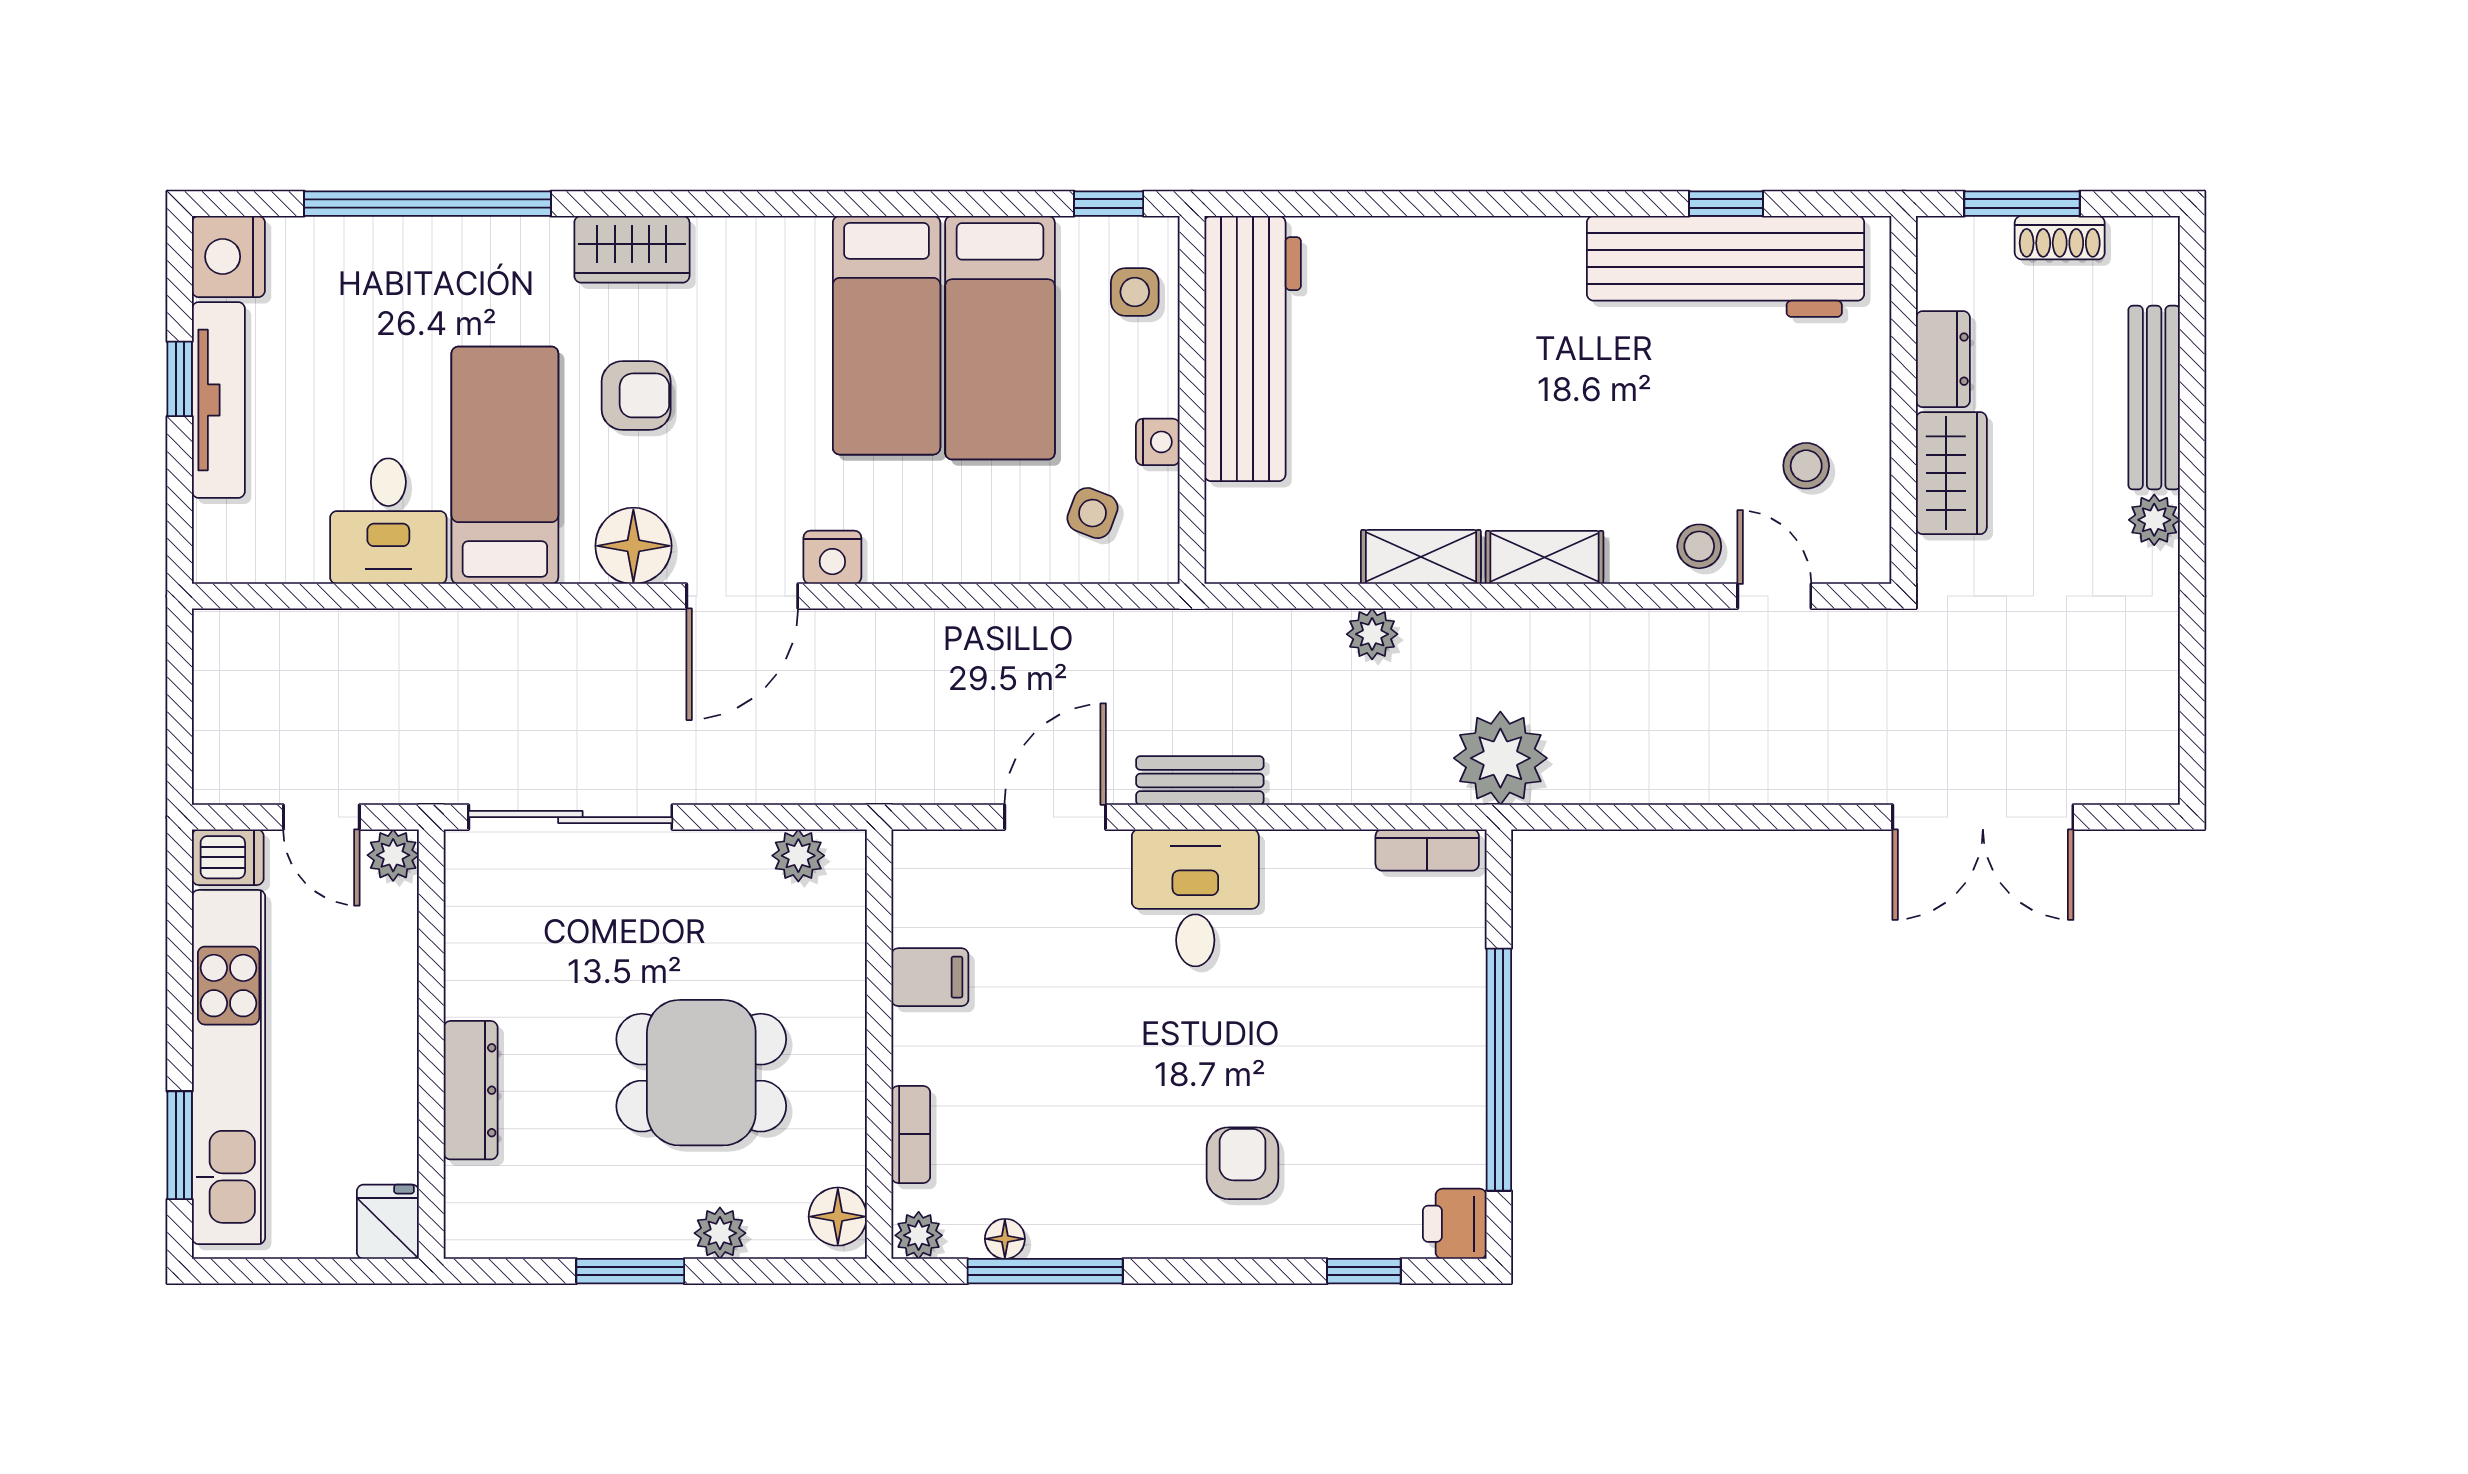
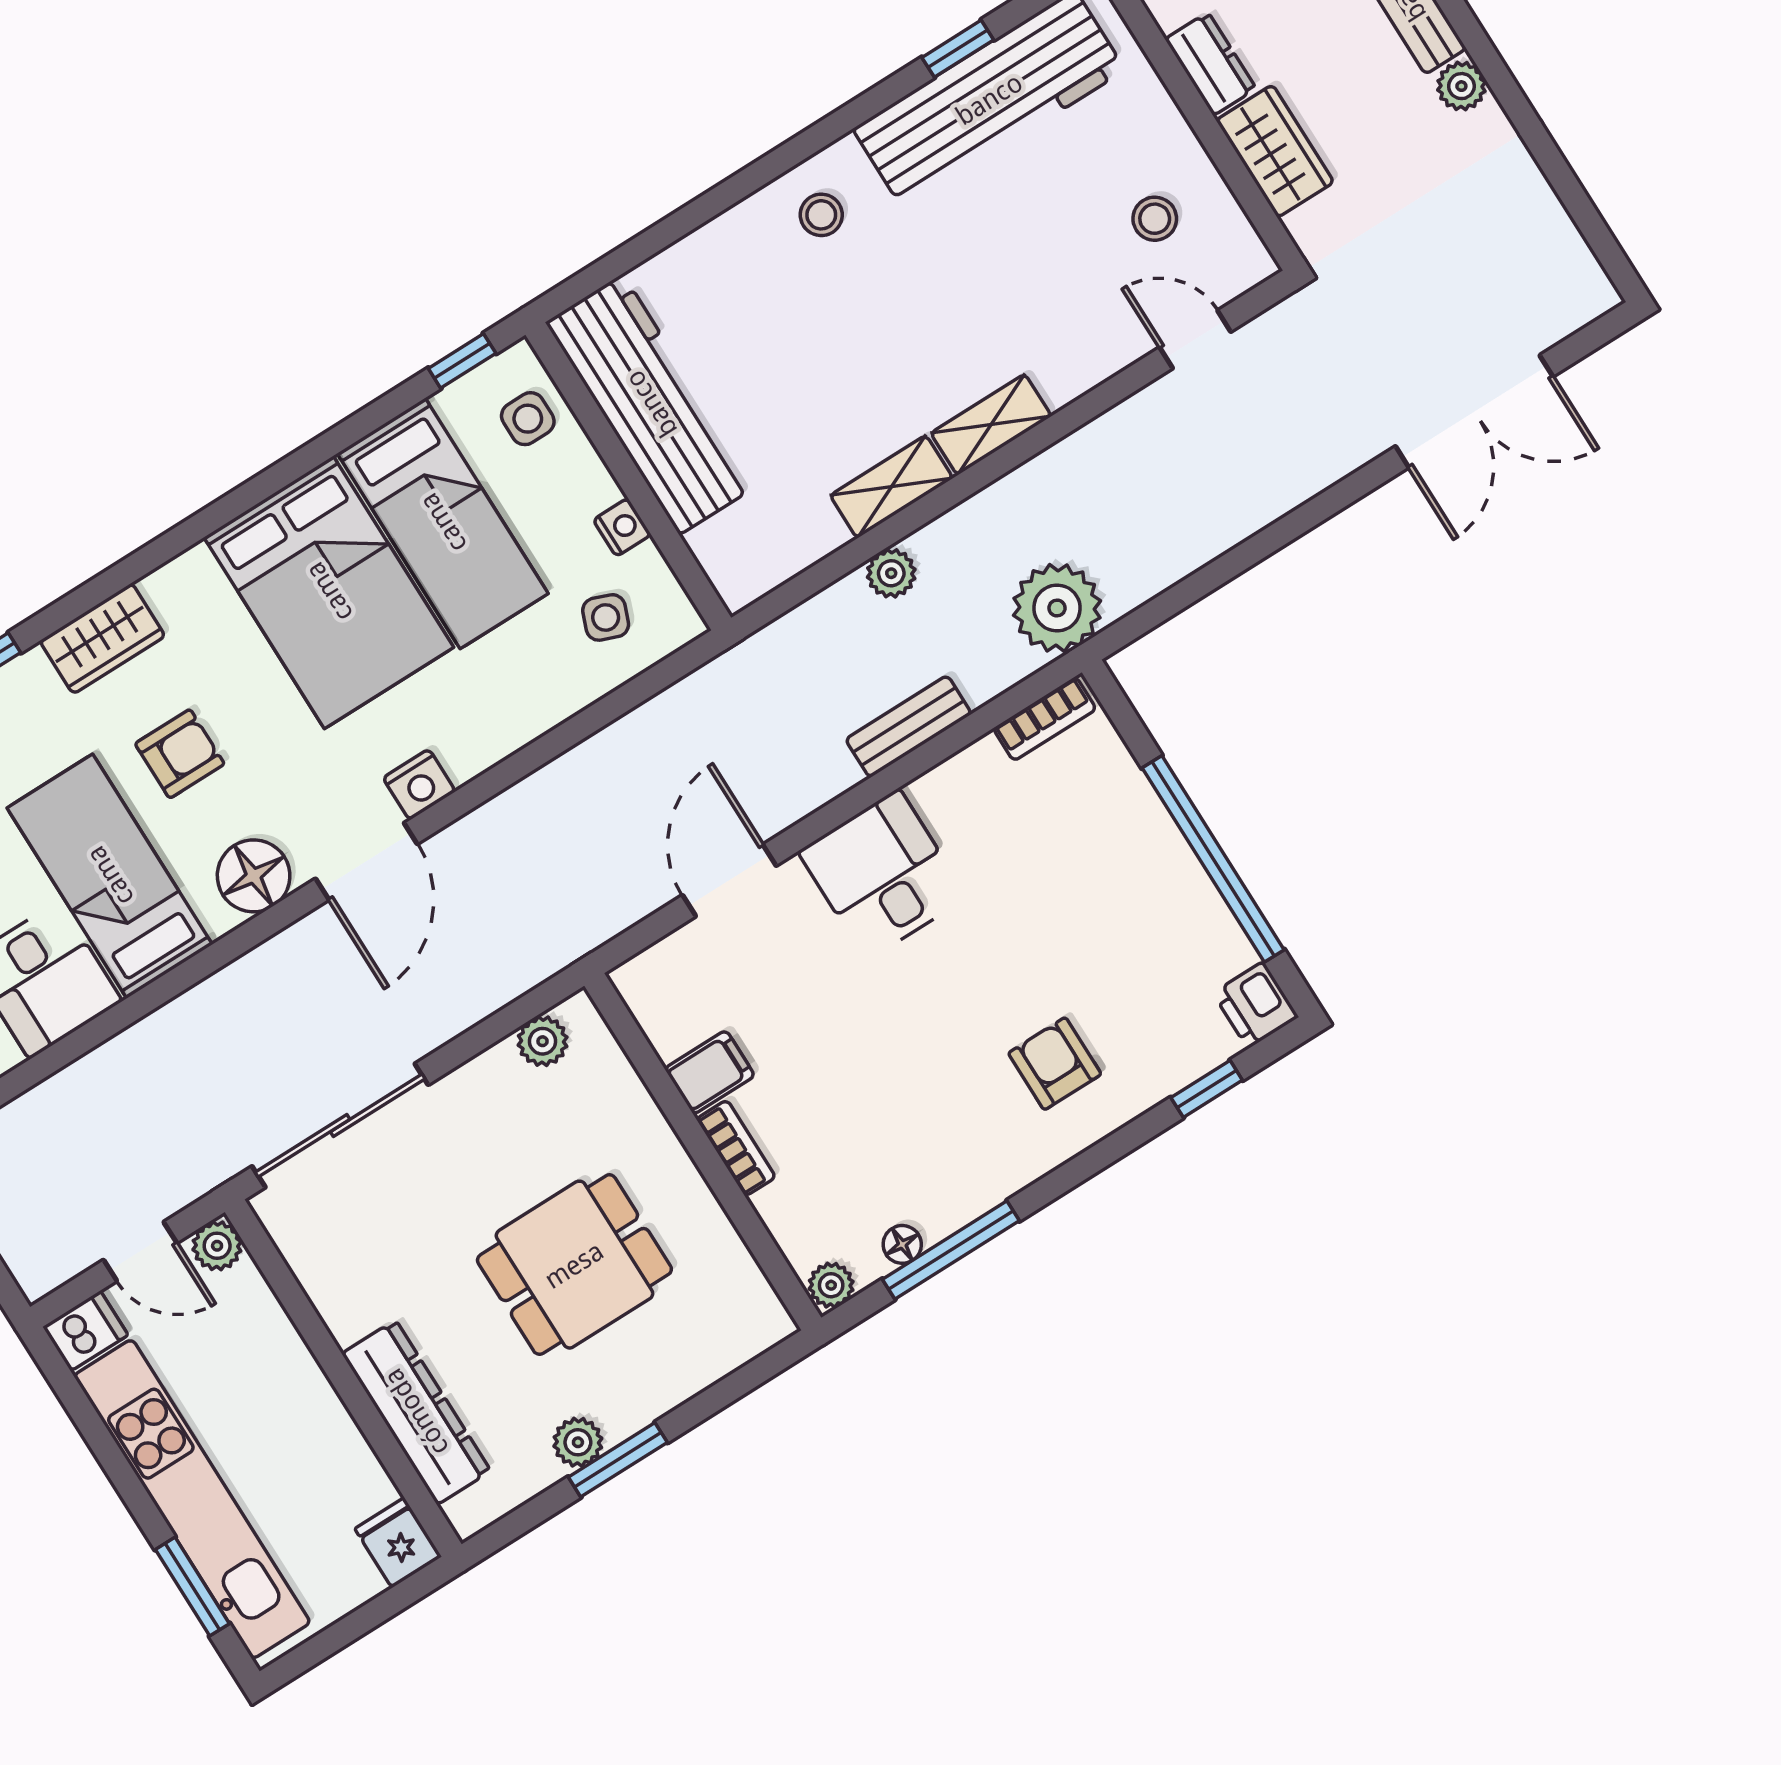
bed: (887, 335) -> (329, 592), width x1.50
stool: (1699, 546) -> (821, 215), moved
bench: (1200, 780) -> (909, 727), moved
dresser: (471, 1090) -> (416, 1412), width x1.37, depth x1.24
bookcase: (911, 1134) -> (736, 1148), moved
floor lamp: (838, 1217) -> (757, 1311), removed
plant: (720, 1233) -> (578, 1442), moved

